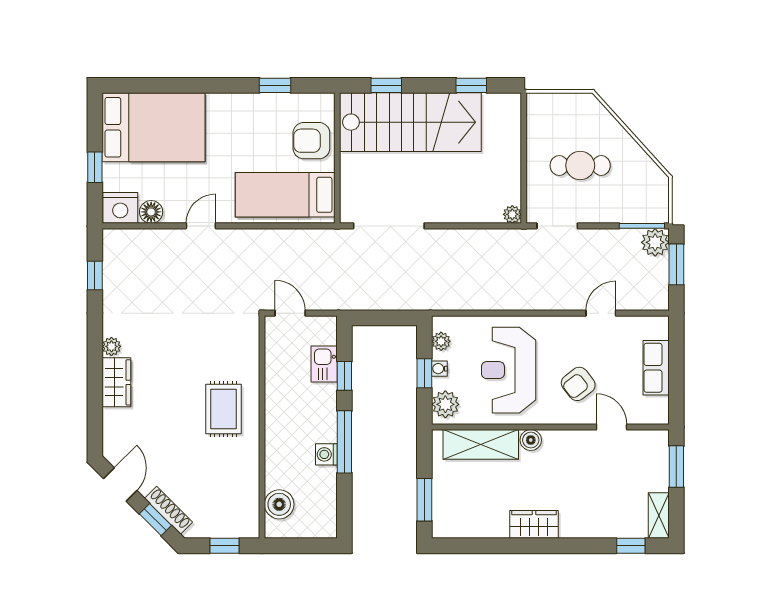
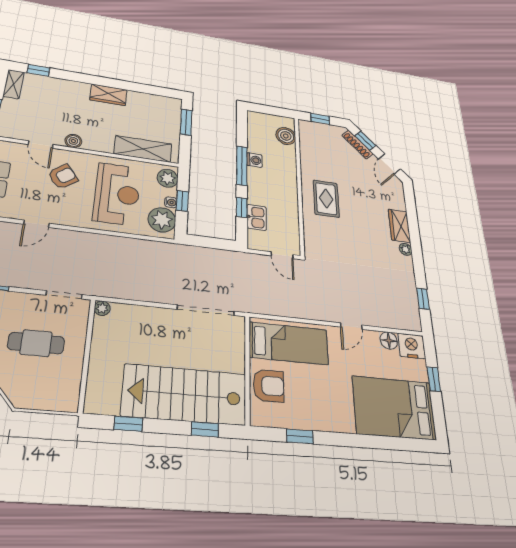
plant: (441, 341) -> (162, 220), width x1.88, depth x1.88
boiler: (531, 440) -> (73, 141), moved

